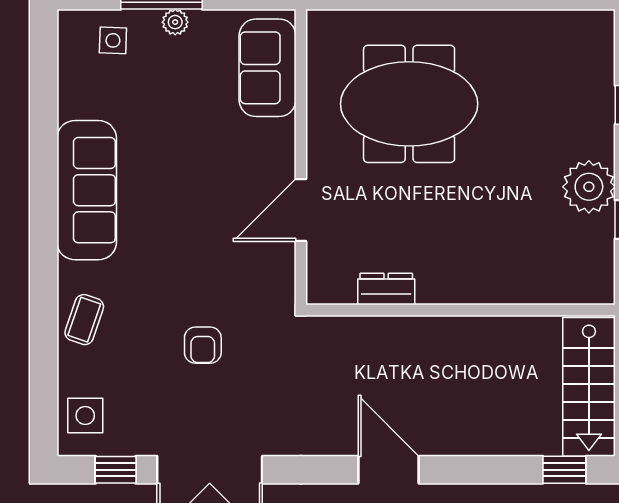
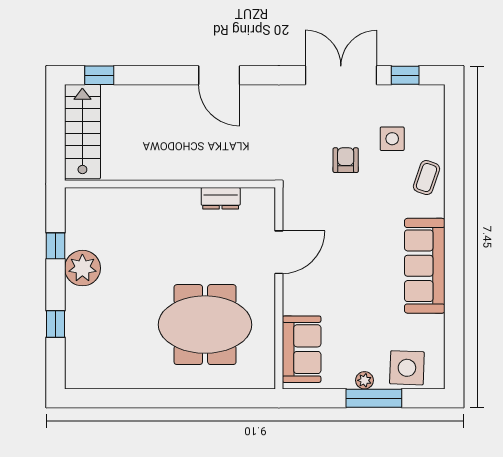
side table: (113, 40) -> (407, 368), width x1.87, depth x1.87
side table: (85, 416) -> (392, 139), moved

